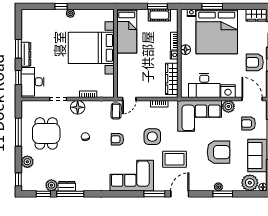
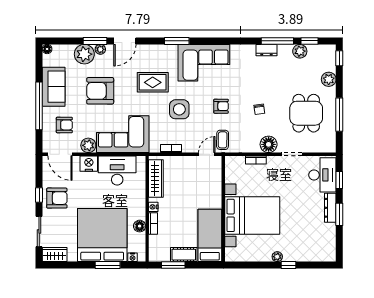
cot: (159, 15) -> (184, 255), moved
floor lamp: (185, 50) -> (140, 226), moved
plant: (250, 183) -> (84, 54), moved
dresser: (67, 186) -> (266, 50), moved
door: (180, 194) -> (125, 41), moved

